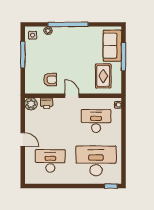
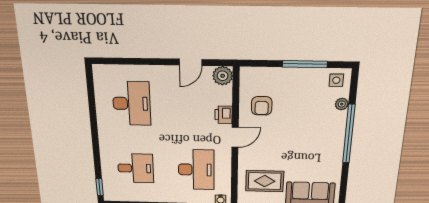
printer: (47, 103) -> (224, 115), moved
door: (23, 140) -> (191, 62), moved
desk: (96, 161) -> (136, 168), width x0.53, depth x0.77

